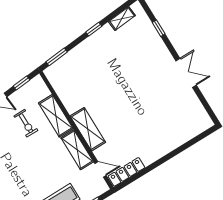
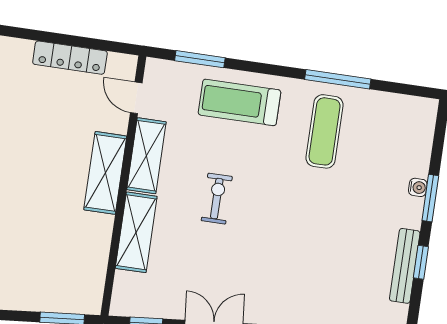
exercise bike: (26, 123) -> (217, 199), moved
locker: (126, 172) -> (70, 58), moved

